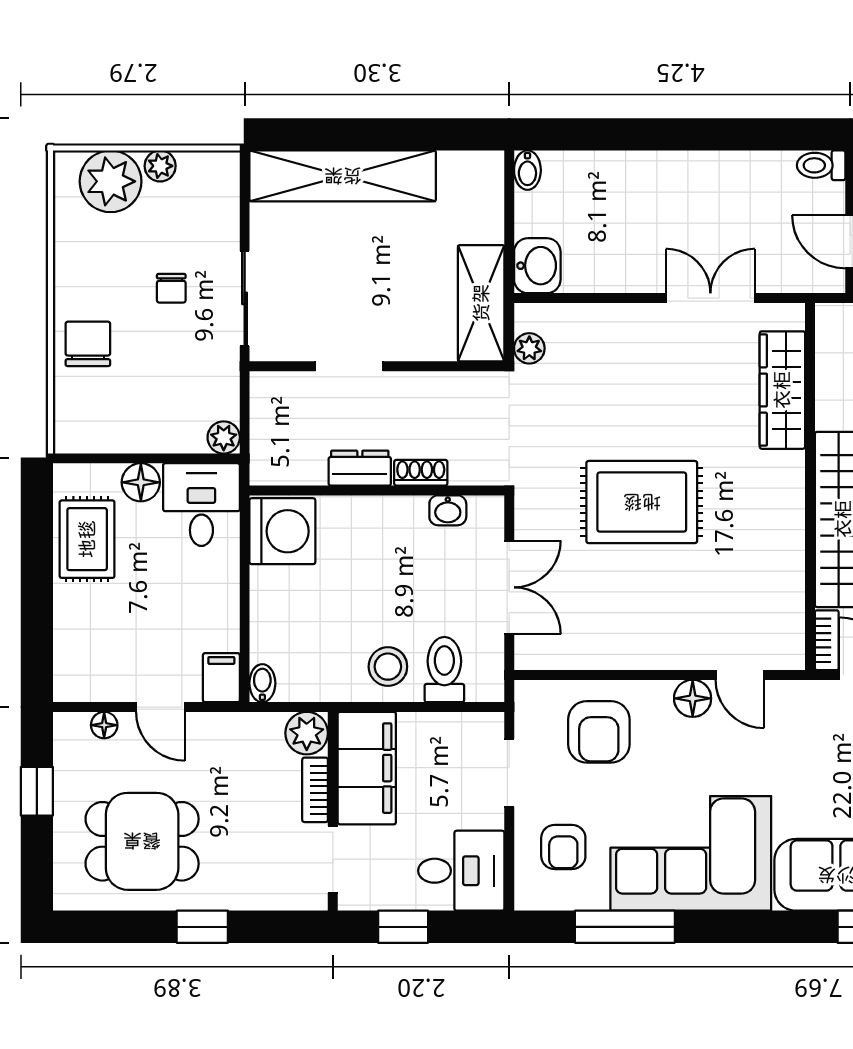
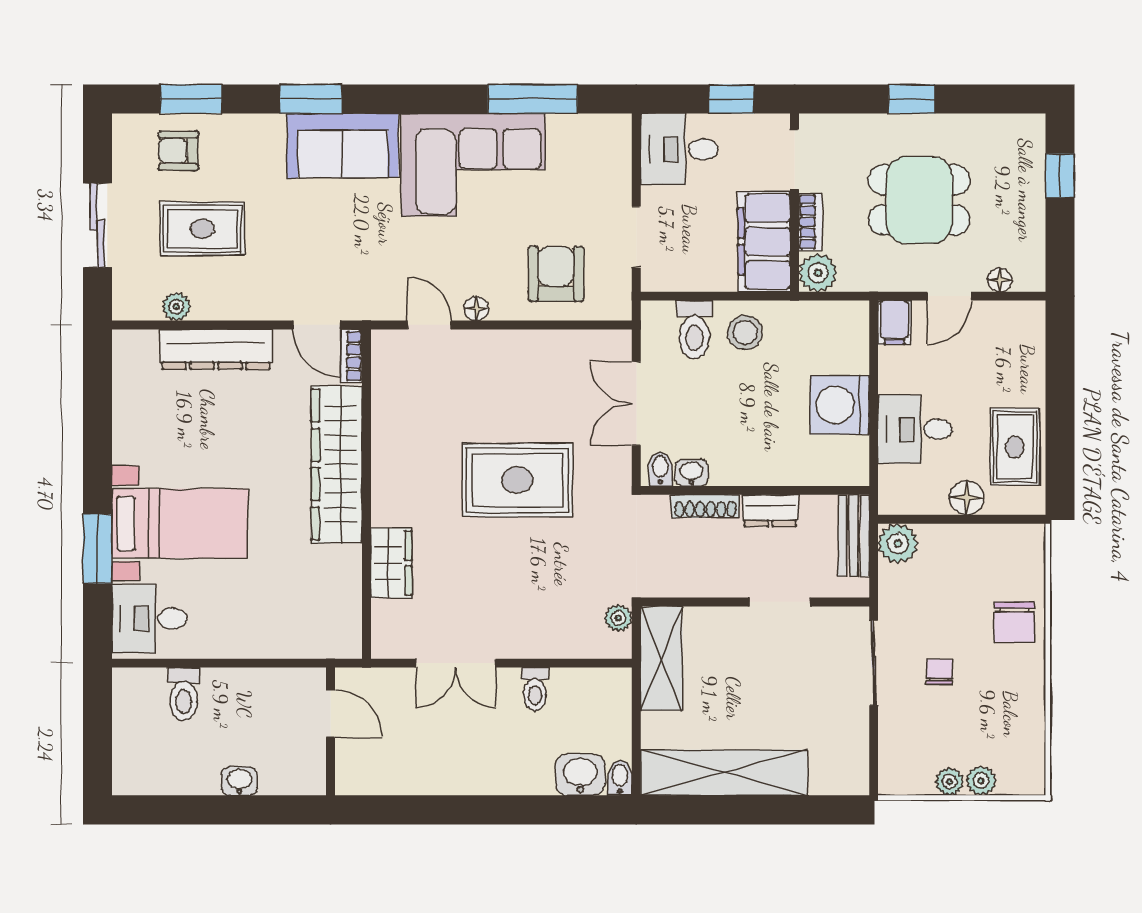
toilet: (821, 165) -> (535, 689), moved, turned 90
shelving: (343, 176) -> (724, 773), moved
plant: (111, 181) -> (981, 781), width x0.53, depth x0.53
washbasin: (537, 266) -> (580, 775), moved, turned 90
wardrobe: (782, 390) -> (391, 563), width x0.67
plant: (224, 437) -> (898, 543), width x1.38, depth x1.38
bench: (267, 440) -> (854, 536), added
shoe rack: (421, 473) -> (705, 506), width x1.43
desk: (201, 505) -> (915, 429), moved, turned 90
washing machine: (282, 531) -> (840, 405), moved
bidet: (262, 683) -> (660, 469), moved, turned 180
floor lamp: (693, 698) -> (476, 308), width x0.73, depth x0.73
door: (160, 707) -> (949, 296), swing flipped
window: (37, 791) -> (1060, 176), moved
dining table: (142, 841) -> (919, 200), moved
armchair: (563, 847) -> (588, 171), removed

